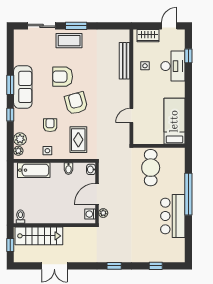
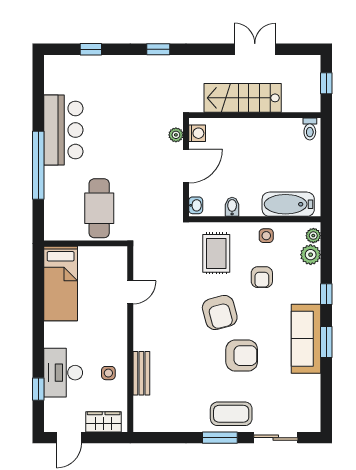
bench: (125, 61) -> (141, 373), width x0.73
stairs: (39, 236) -> (243, 98), moved

